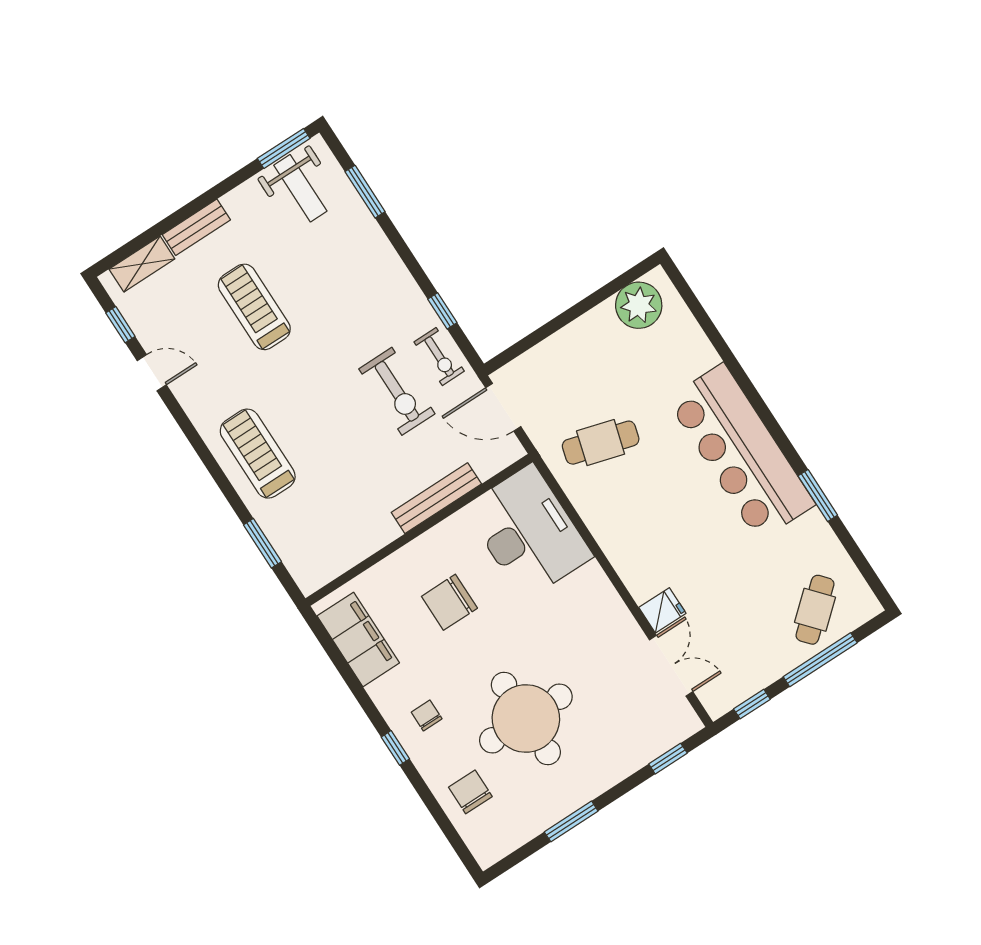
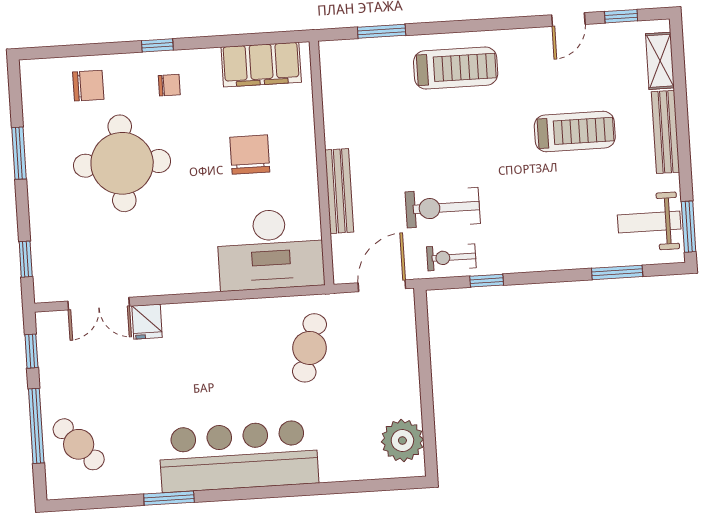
bench: (196, 227) -> (666, 132), width x1.36

